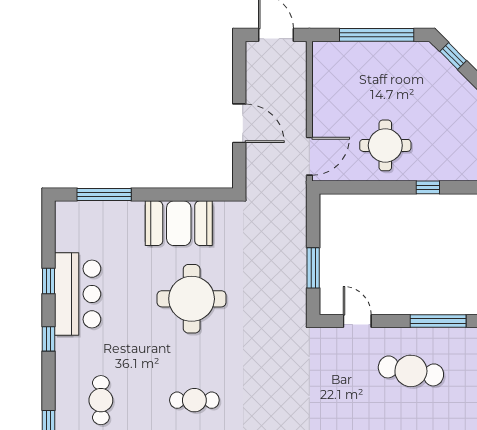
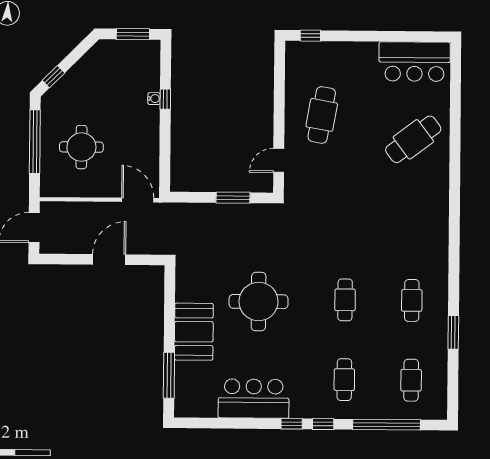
round table: (385, 145) -> (81, 147), moved
water cooler: (428, 174) -> (154, 99), added
booth: (179, 223) -> (194, 332), moved
window: (49, 281) -> (323, 424), moved
window: (438, 321) -> (279, 91), removed
cafe table: (101, 400) -> (344, 380), turned 90

